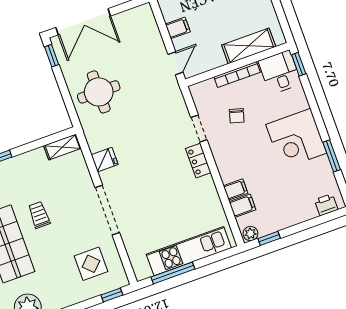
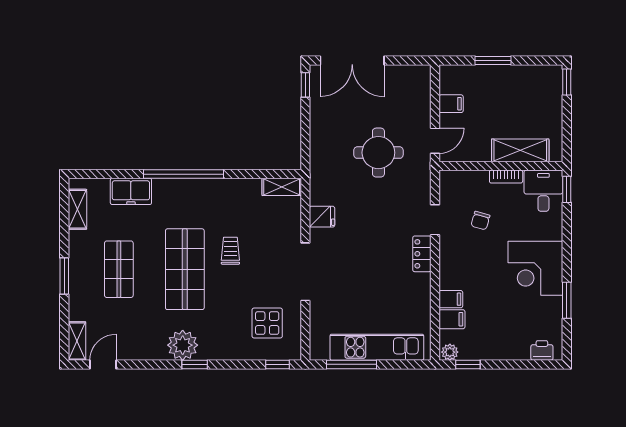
bookcase: (237, 75) -> (506, 177), width x0.64
round table: (99, 92) -> (378, 153), moved

